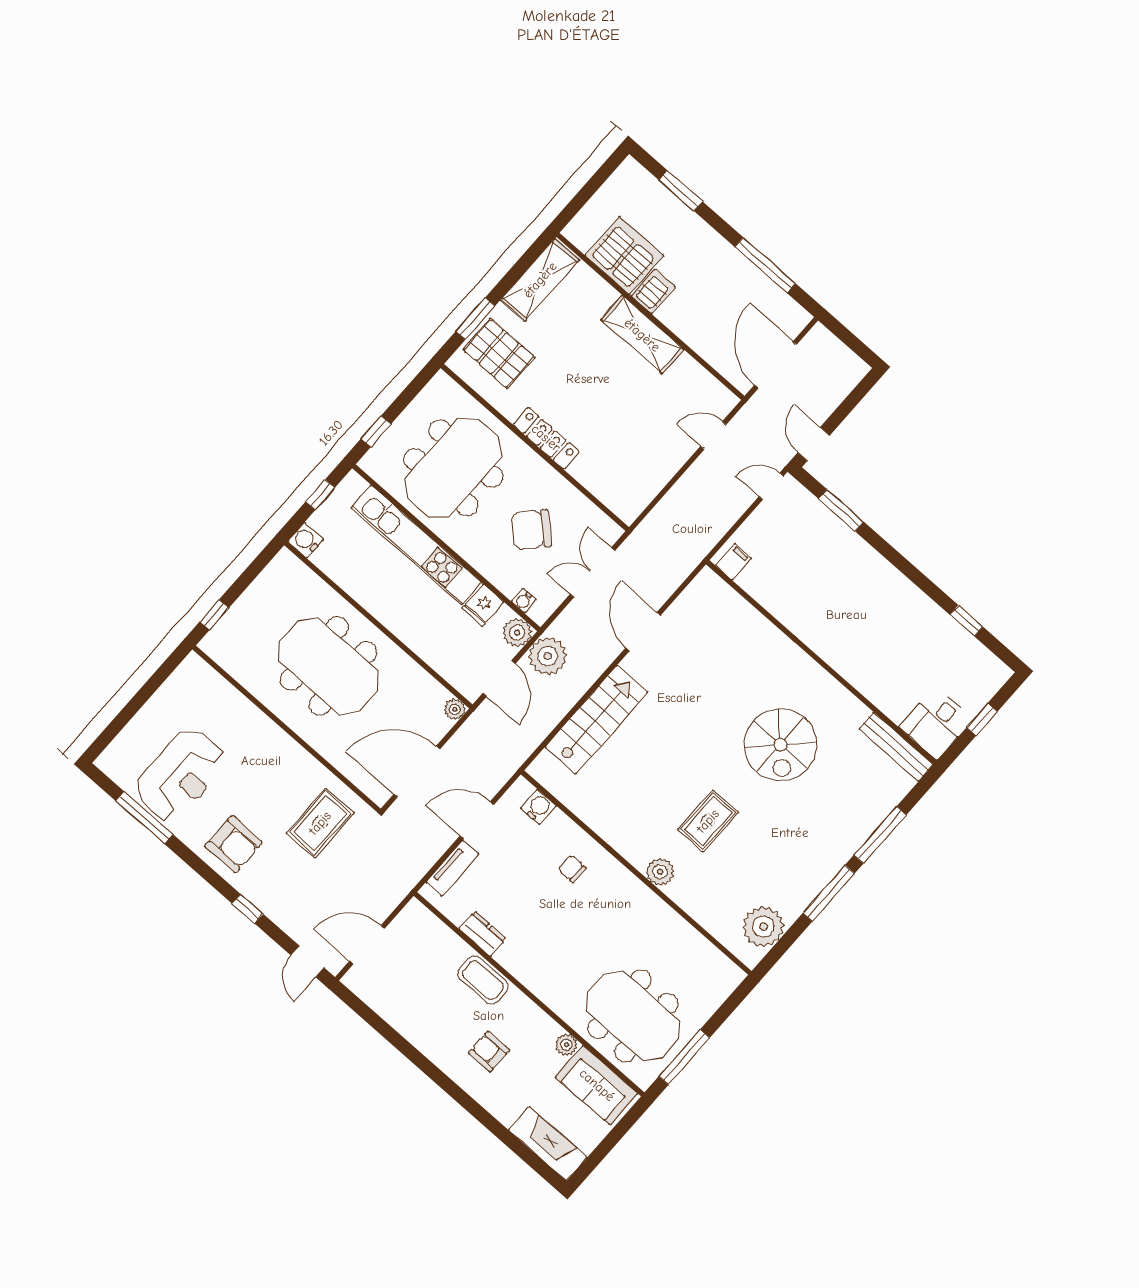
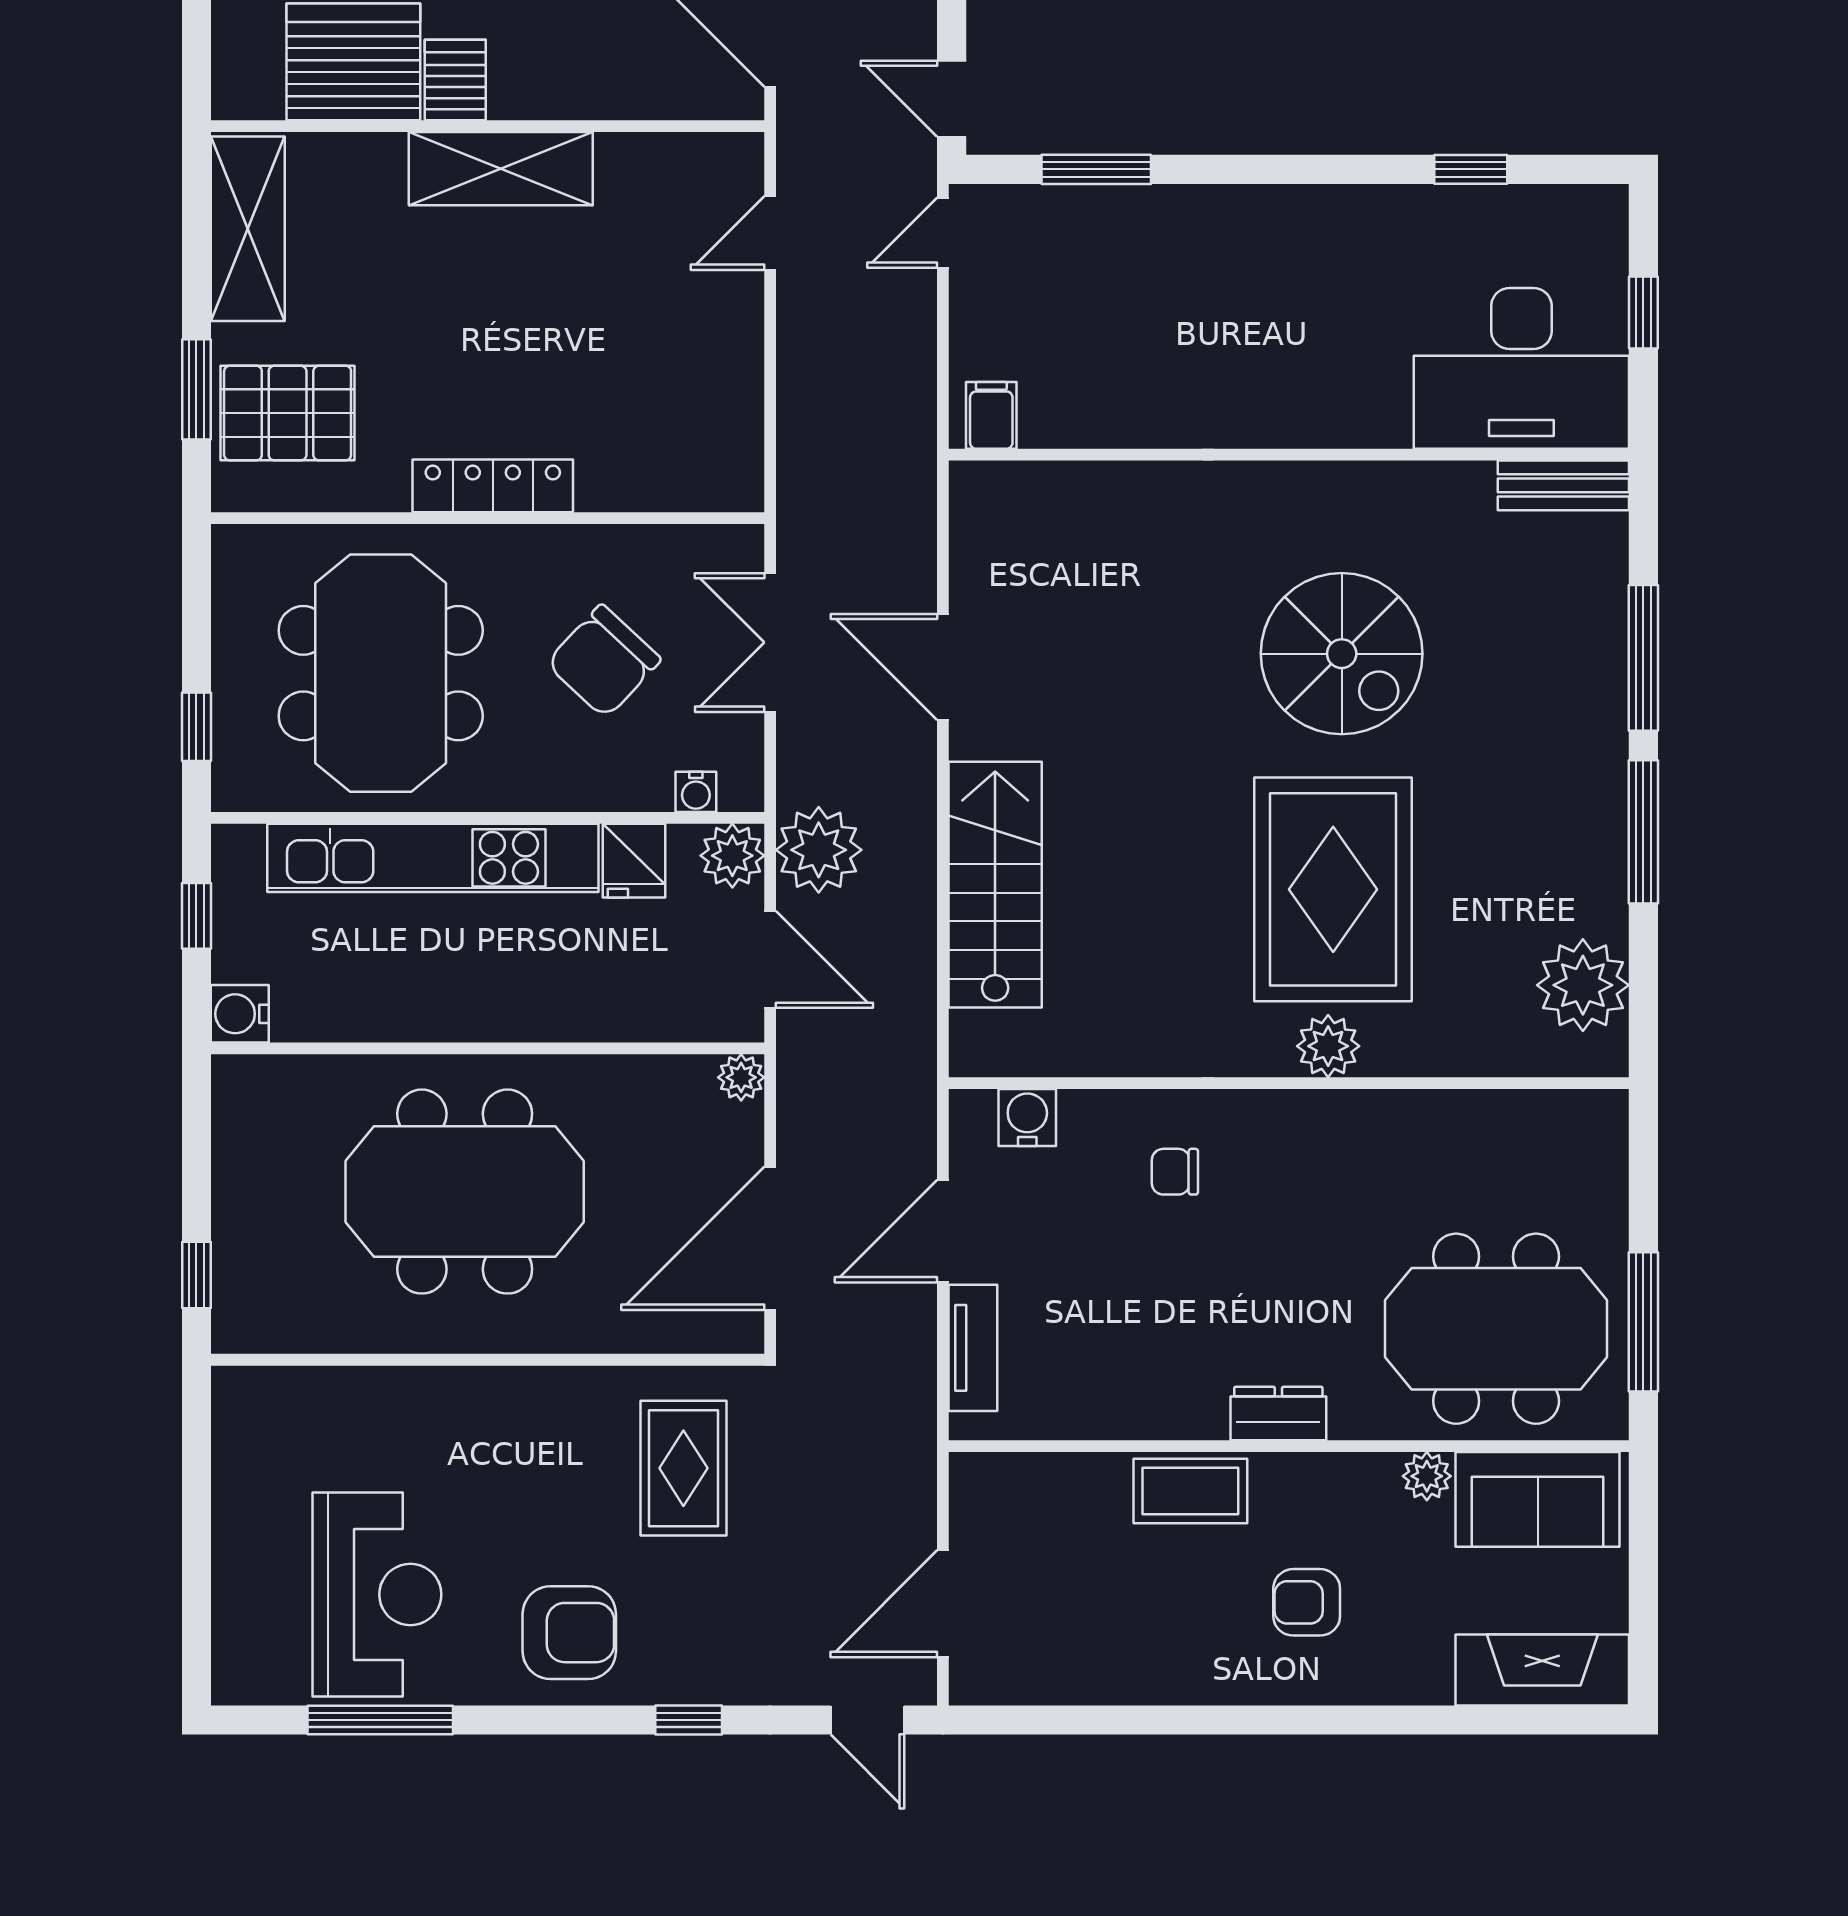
desk: (936, 723) -> (1521, 368), width x1.87, depth x1.30
bench: (896, 747) -> (1563, 485), width x0.73
rug: (708, 821) -> (1333, 889), width x1.86, depth x2.06
dresser: (483, 934) -> (1278, 1414), moved

